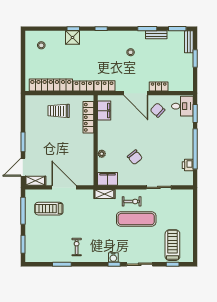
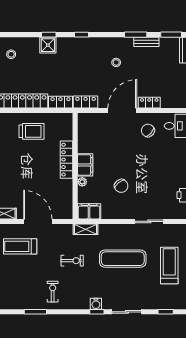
door: (136, 93) -> (122, 111), swing flipped
trolley: (59, 111) -> (32, 131), turned 180
filing cabinet: (104, 111) -> (85, 165), moved
locker: (88, 117) -> (67, 160), moved
exercise bike: (132, 201) -> (72, 261), moved
treadmill: (172, 245) -> (169, 266), moved

